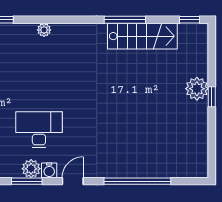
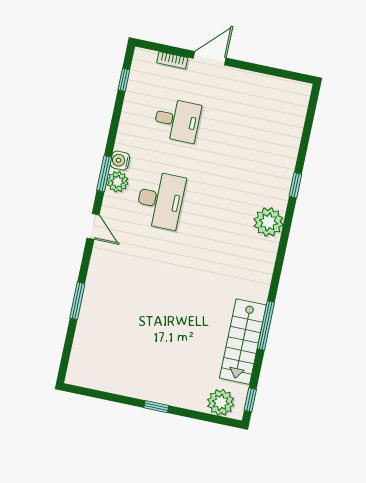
plant: (44, 30) -> (268, 222), width x1.88, depth x1.88
plant: (197, 89) -> (221, 402), moved
water cooler: (49, 170) -> (120, 161), moved
window: (137, 181) -> (77, 301), width x0.47

